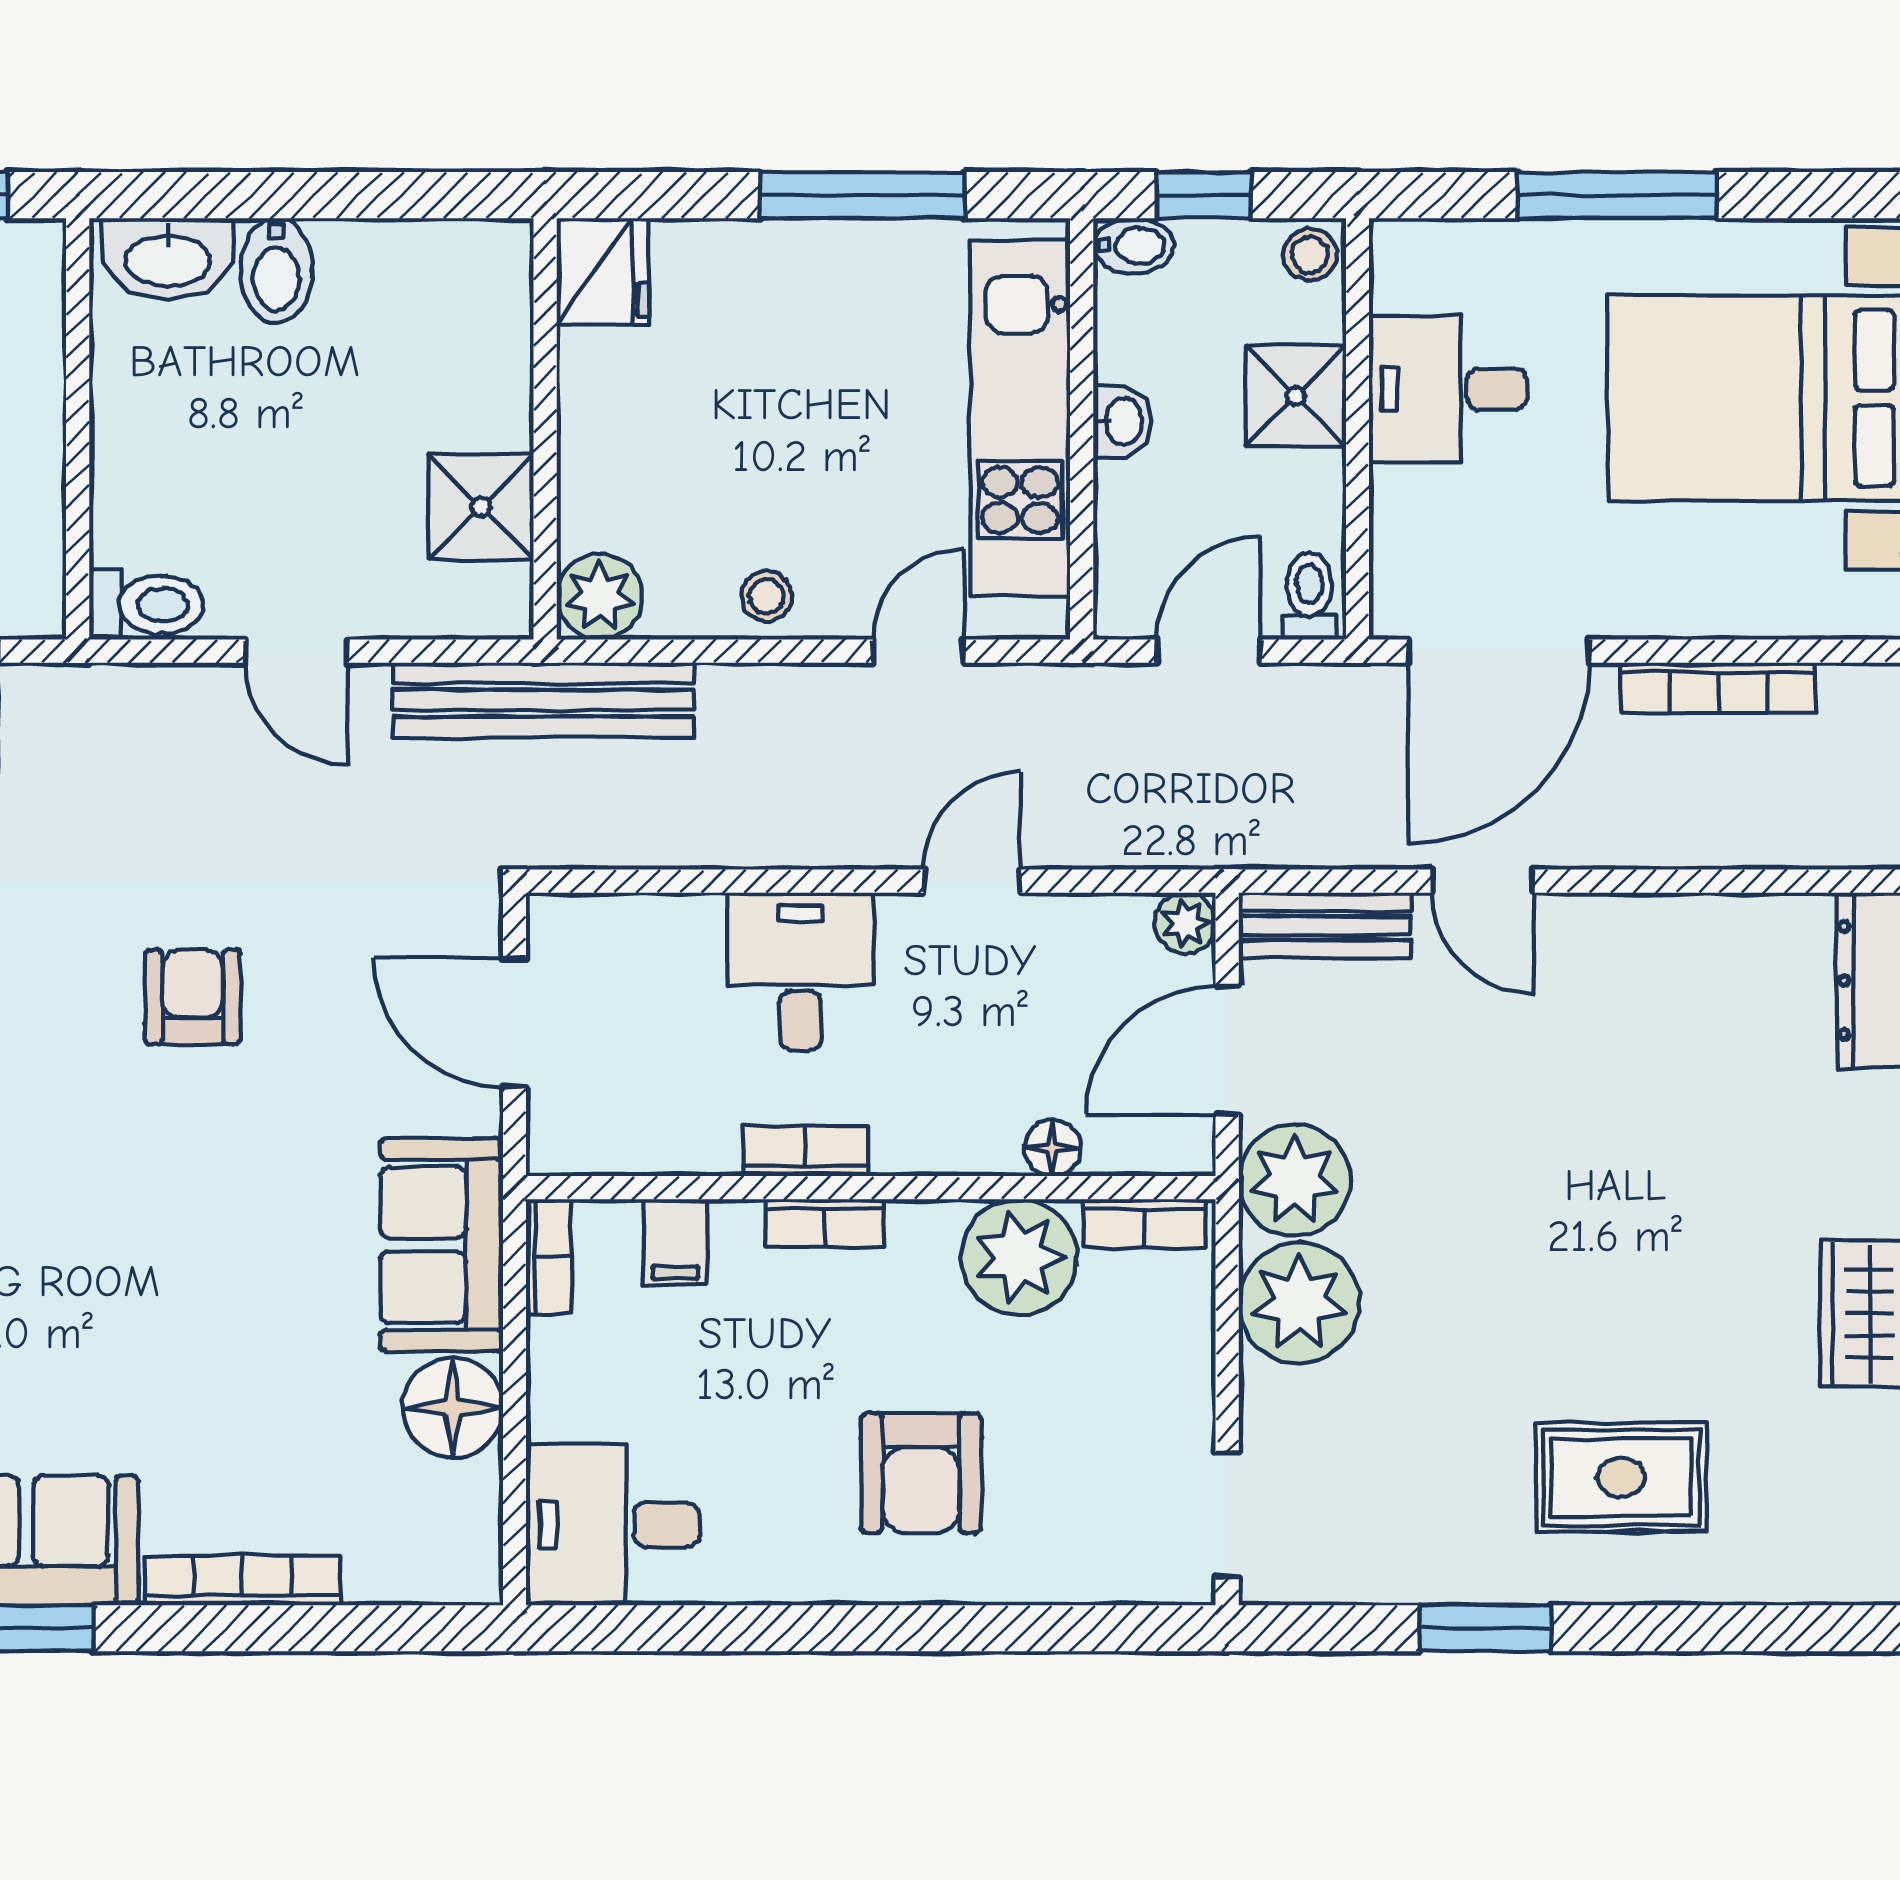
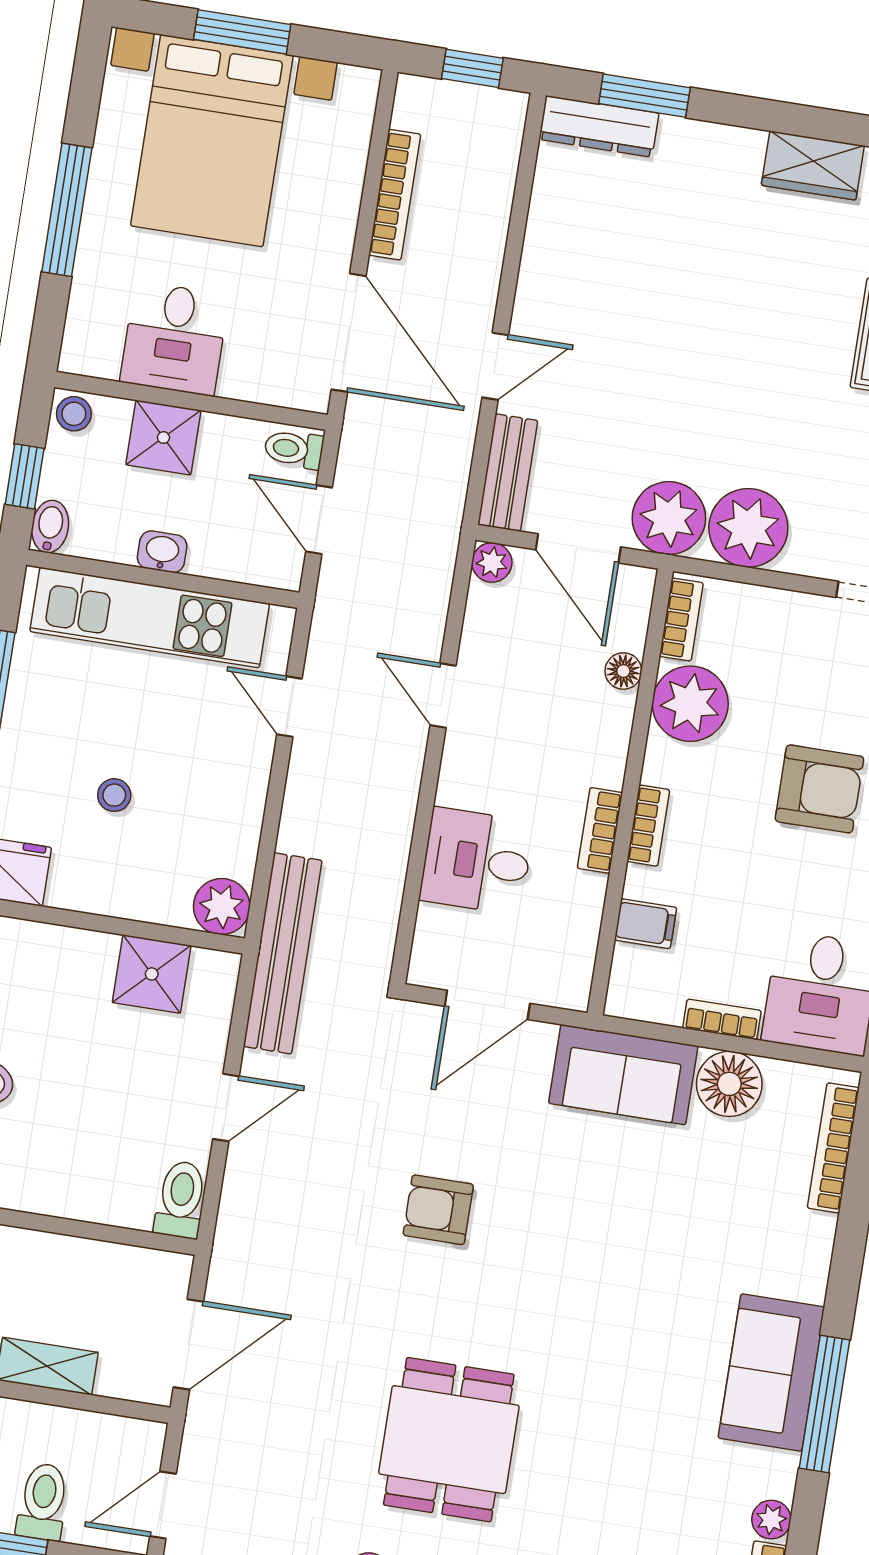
stool: (766, 596) -> (114, 795), moved
desk: (801, 972) -> (477, 861), moved
bookcase: (549, 1256) -> (722, 1019), moved
bookcase: (242, 1580) -> (833, 1148), moved

